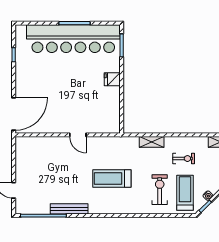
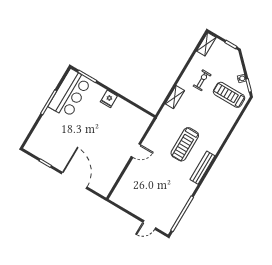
bar counter: (73, 39) -> (70, 94), width x0.54
door: (14, 114) -> (74, 180), moved
exercise bike: (160, 190) -> (215, 113), removed
bench: (69, 209) -> (202, 168), moved

